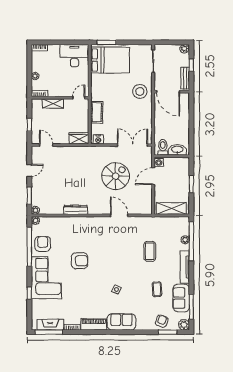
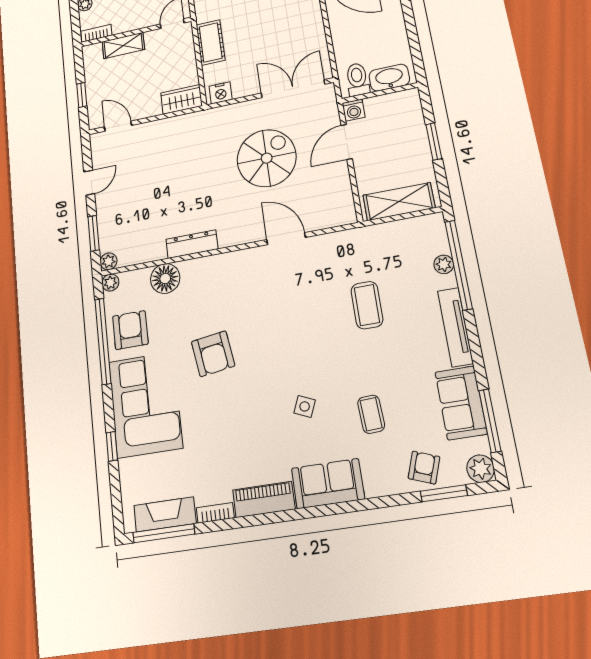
floor lamp: (61, 223) -> (165, 279), added
armchair: (80, 261) -> (213, 354), turned 82
coffee table: (157, 289) -> (371, 414), moved

